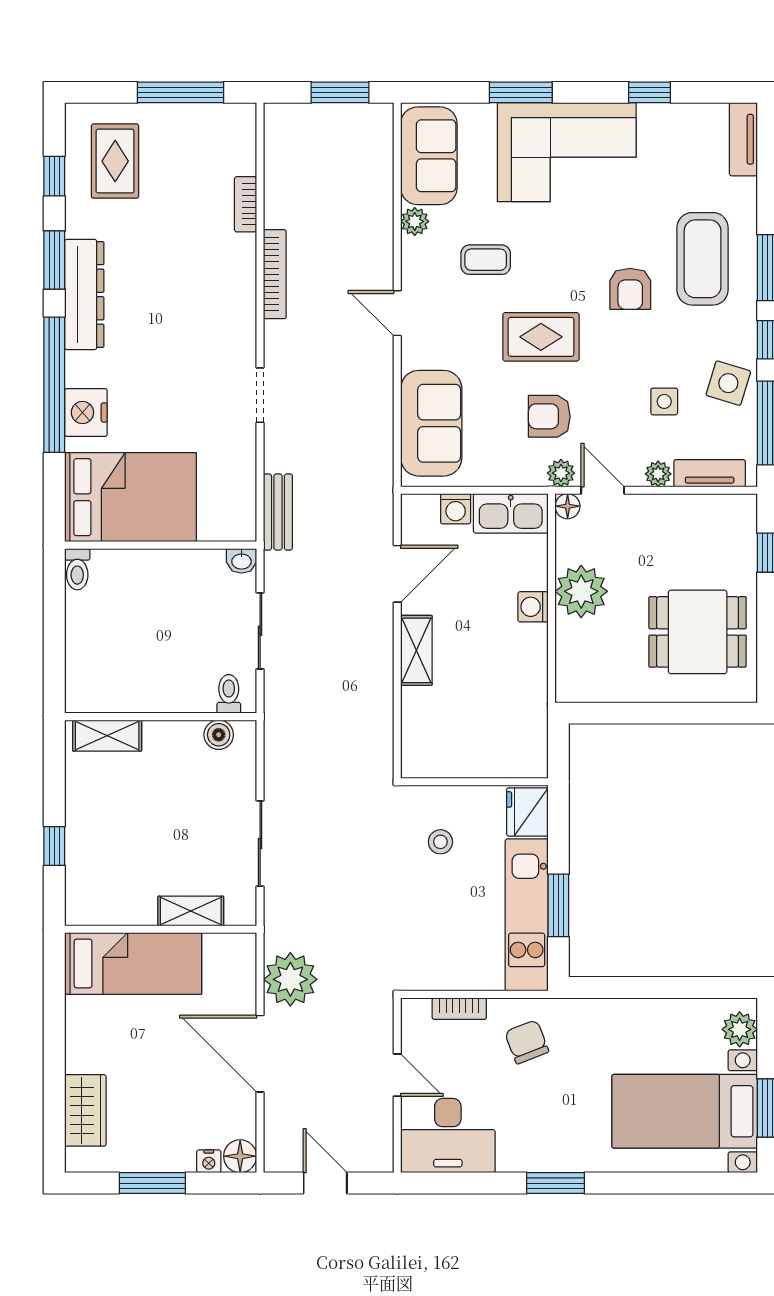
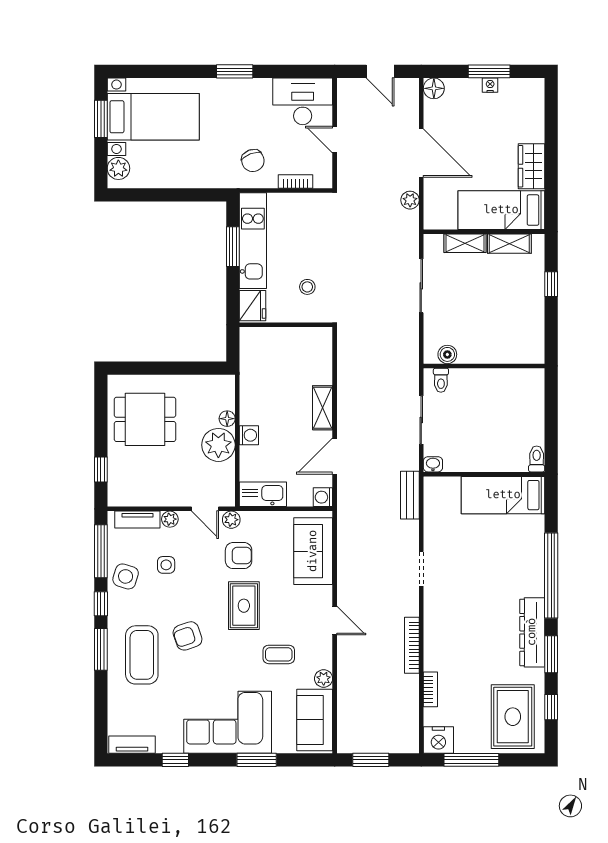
tv unit: (743, 139) -> (132, 745), moved, turned -90
rug: (115, 161) -> (513, 717), width x1.36, depth x1.43
armchair: (630, 289) -> (188, 636), turned -109
rug: (541, 337) -> (244, 606), turned 90
nightstand: (86, 412) -> (438, 740), moved, turned 90
bed: (130, 497) -> (503, 495), width x0.67
floor lamp: (568, 506) -> (227, 419), moved
washing machine: (456, 509) -> (323, 497), moved, turned -90
shelving: (107, 736) -> (509, 244), moved
plant: (290, 979) -> (410, 200), width x0.53, depth x0.53
wardrobe: (85, 1110) -> (532, 166), moved
nightstand: (209, 1161) -> (490, 85), moved

